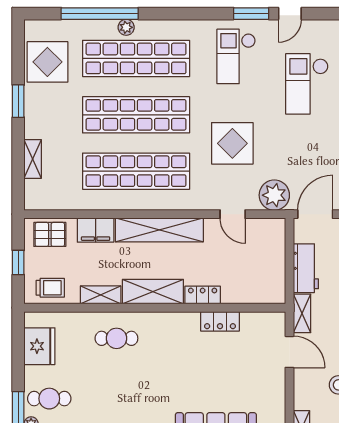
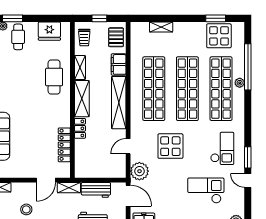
checkout: (236, 56) -> (222, 148), turned 90
window: (18, 101) -> (216, 18), moved
locker: (220, 321) -> (64, 145), width x1.53
cafe table: (116, 338) -> (54, 77), width x1.37, depth x1.35

